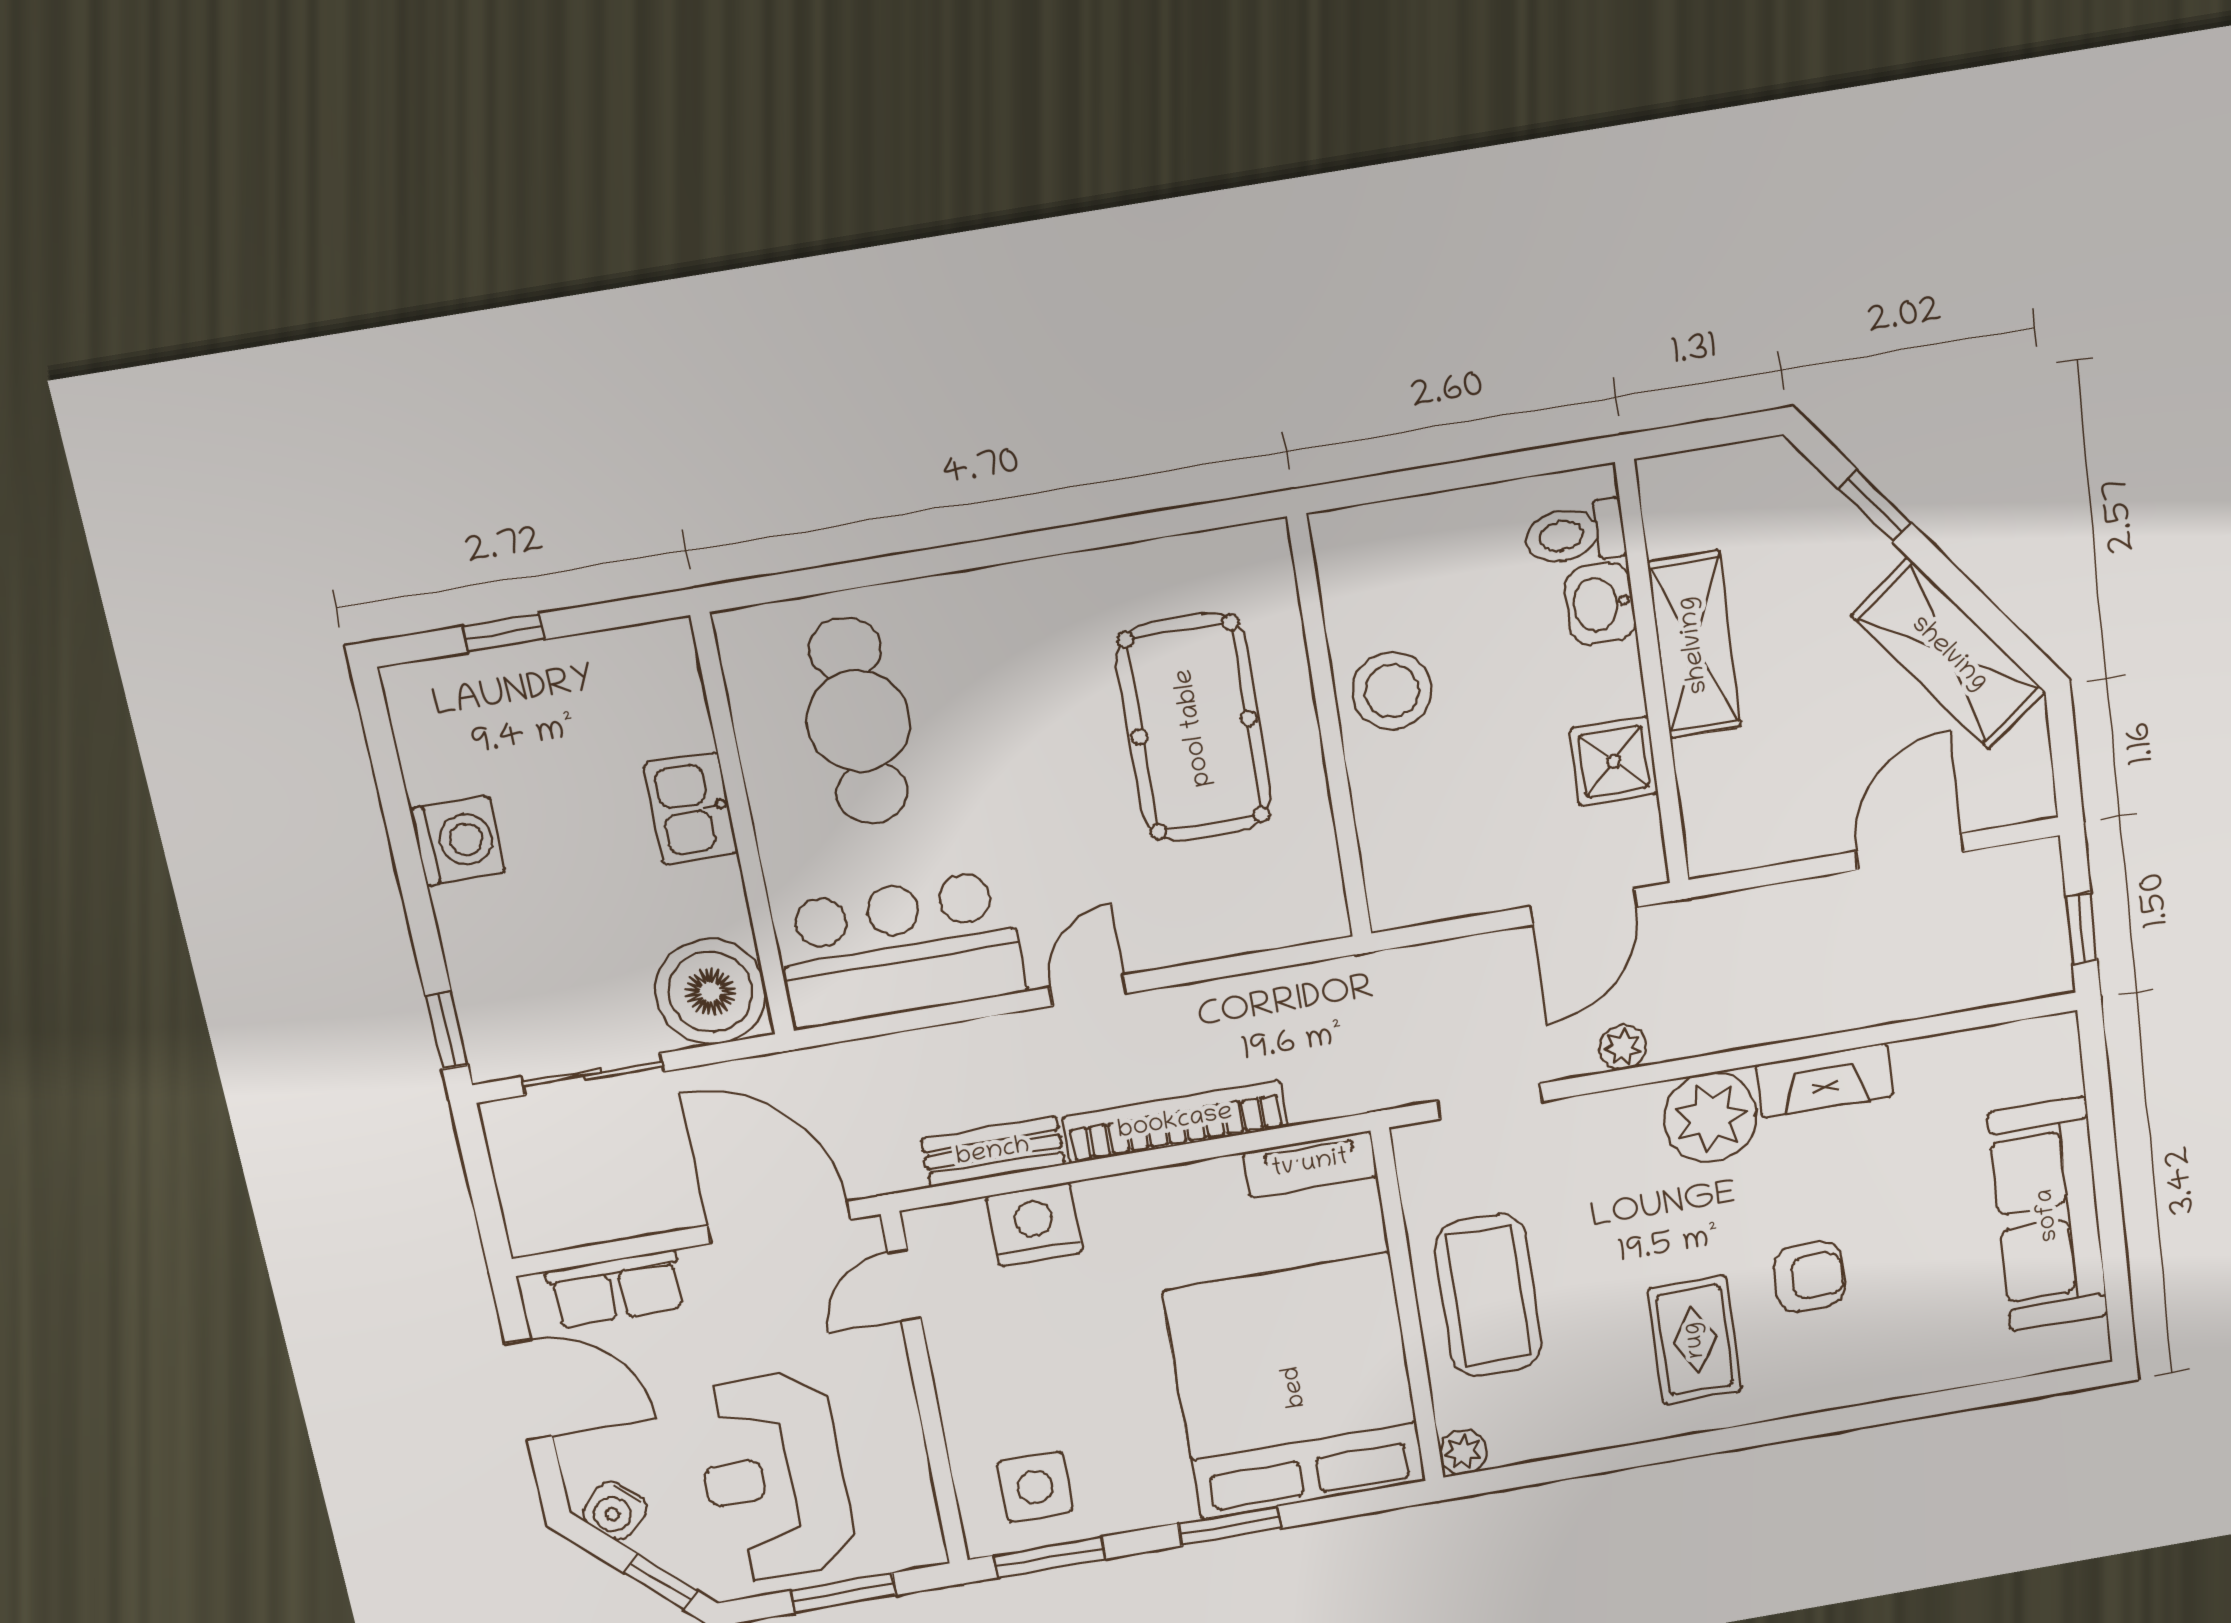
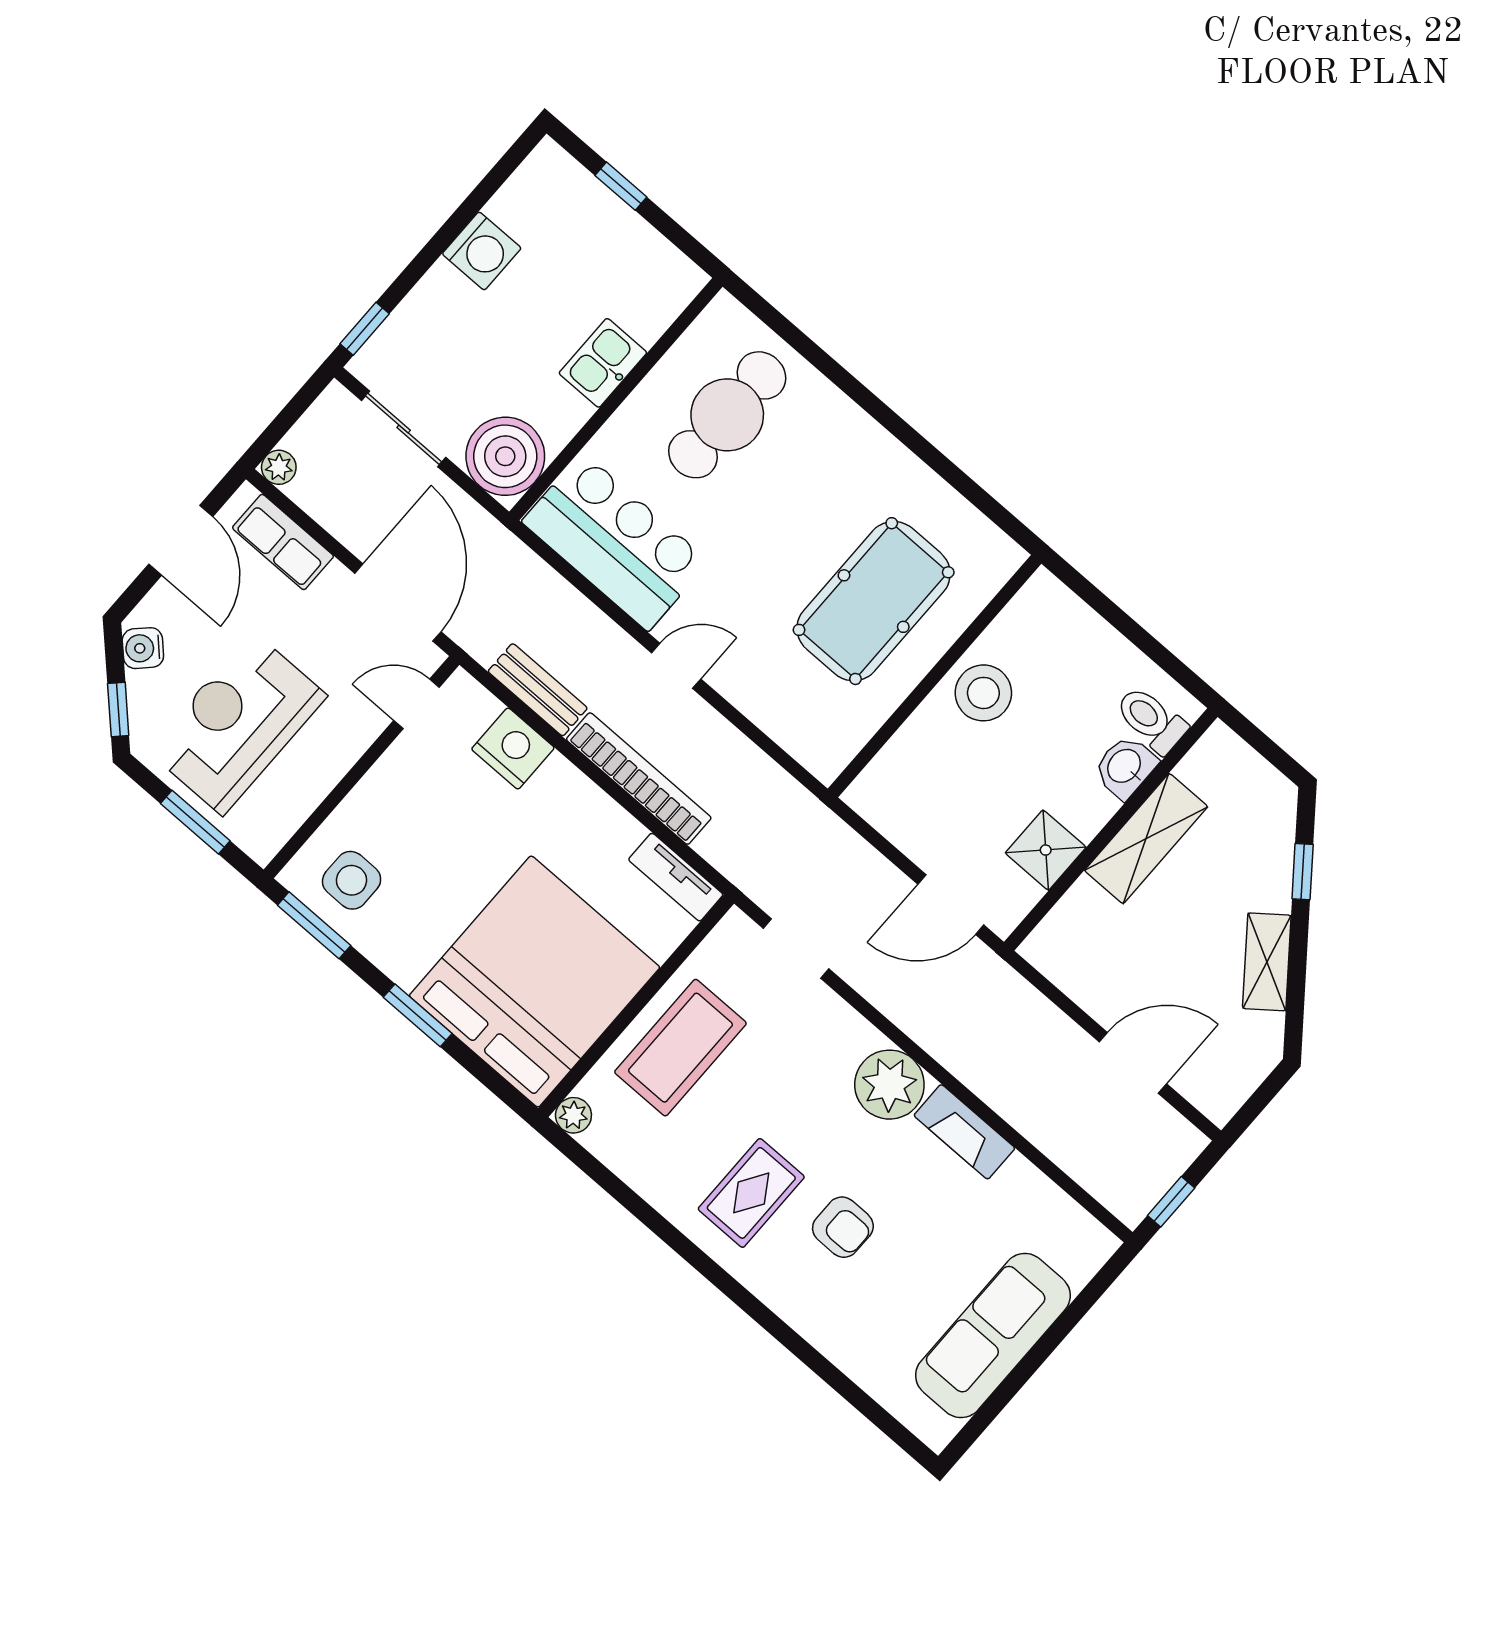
shelving: (1949, 654) -> (1267, 962), width x0.67, depth x0.75
plant: (1623, 1047) -> (279, 467), moved

